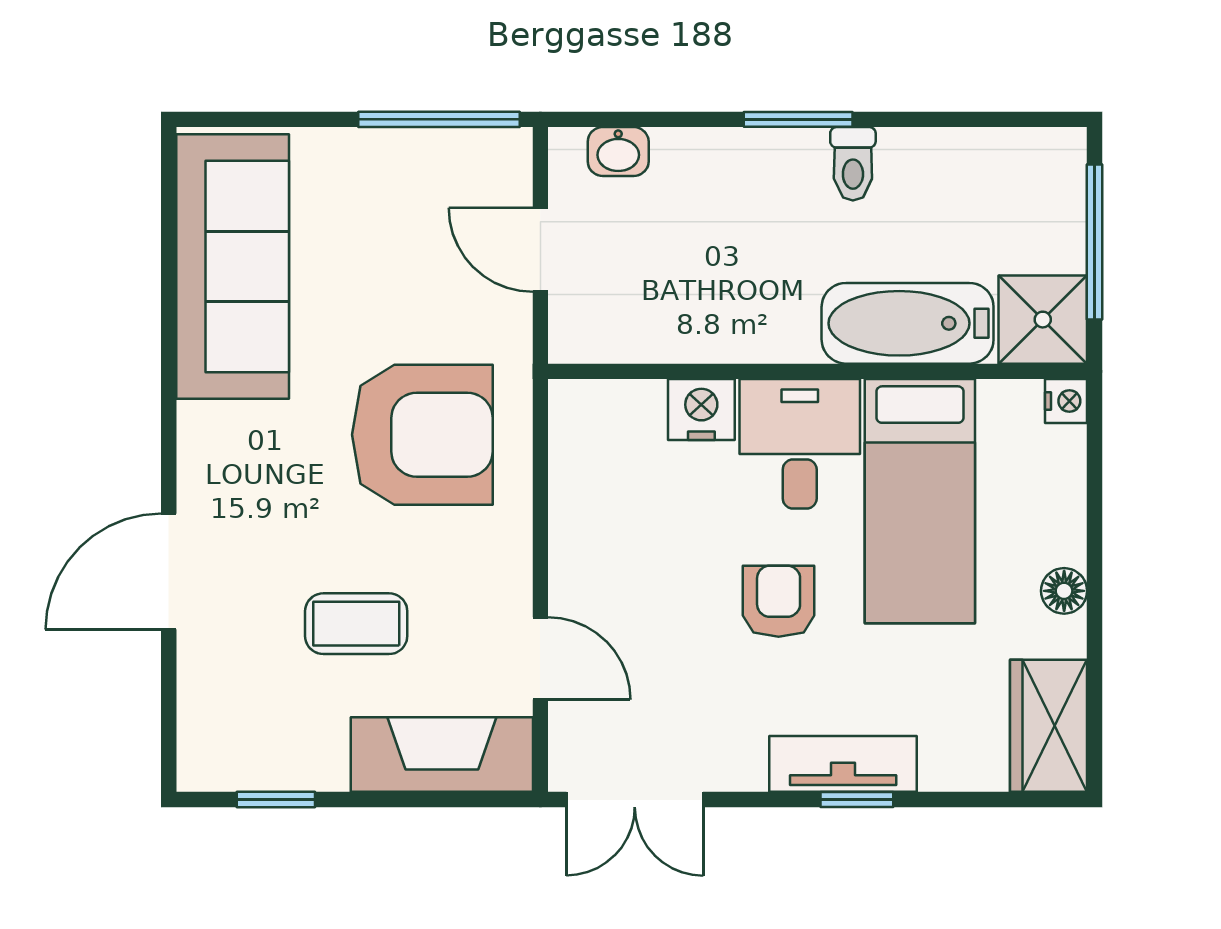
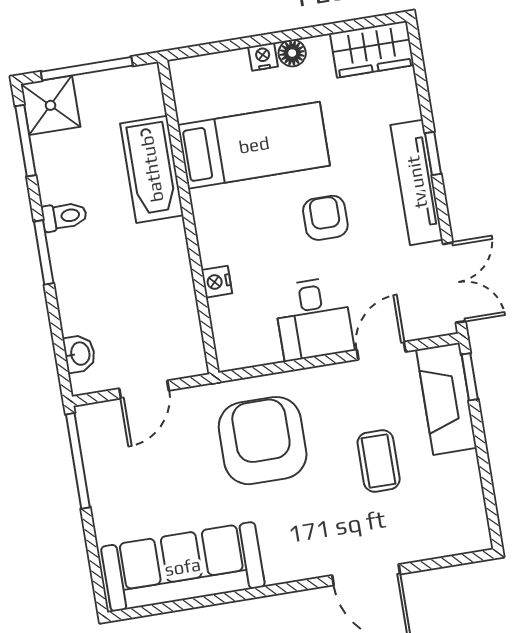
window: (990, 119) -> (25, 141), added
shower: (1043, 320) -> (51, 105), moved
nightstand: (1066, 401) -> (263, 57), moved
nightstand: (701, 409) -> (217, 282), width x0.72, depth x0.74
desk: (800, 444) -> (314, 319), moved, turned -90
armchair: (779, 601) -> (325, 218), turned 90
tv unit: (843, 764) -> (417, 182), width x1.41
window: (276, 800) -> (470, 377), moved

